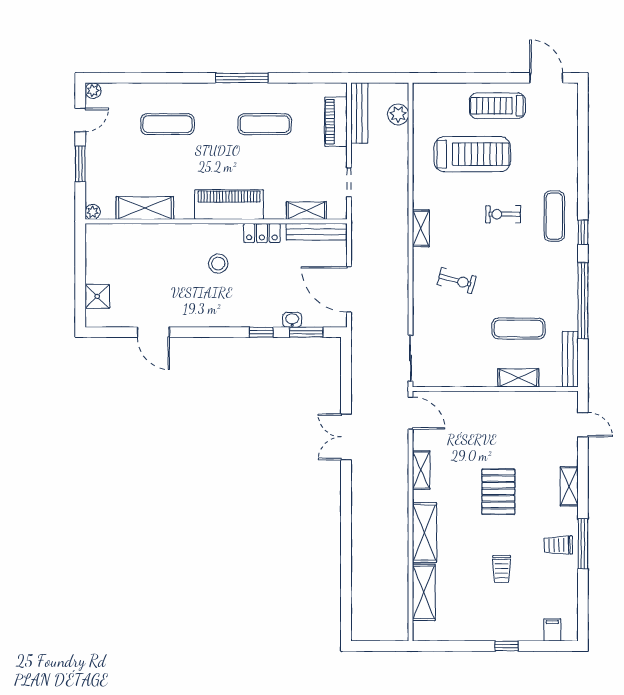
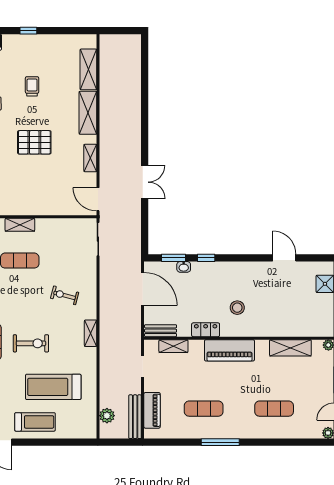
exercise bike: (503, 214) -> (31, 343), width x1.38, depth x1.39
bench: (316, 232) -> (161, 331), width x0.73
pallet: (498, 492) -> (34, 142), turned 90

